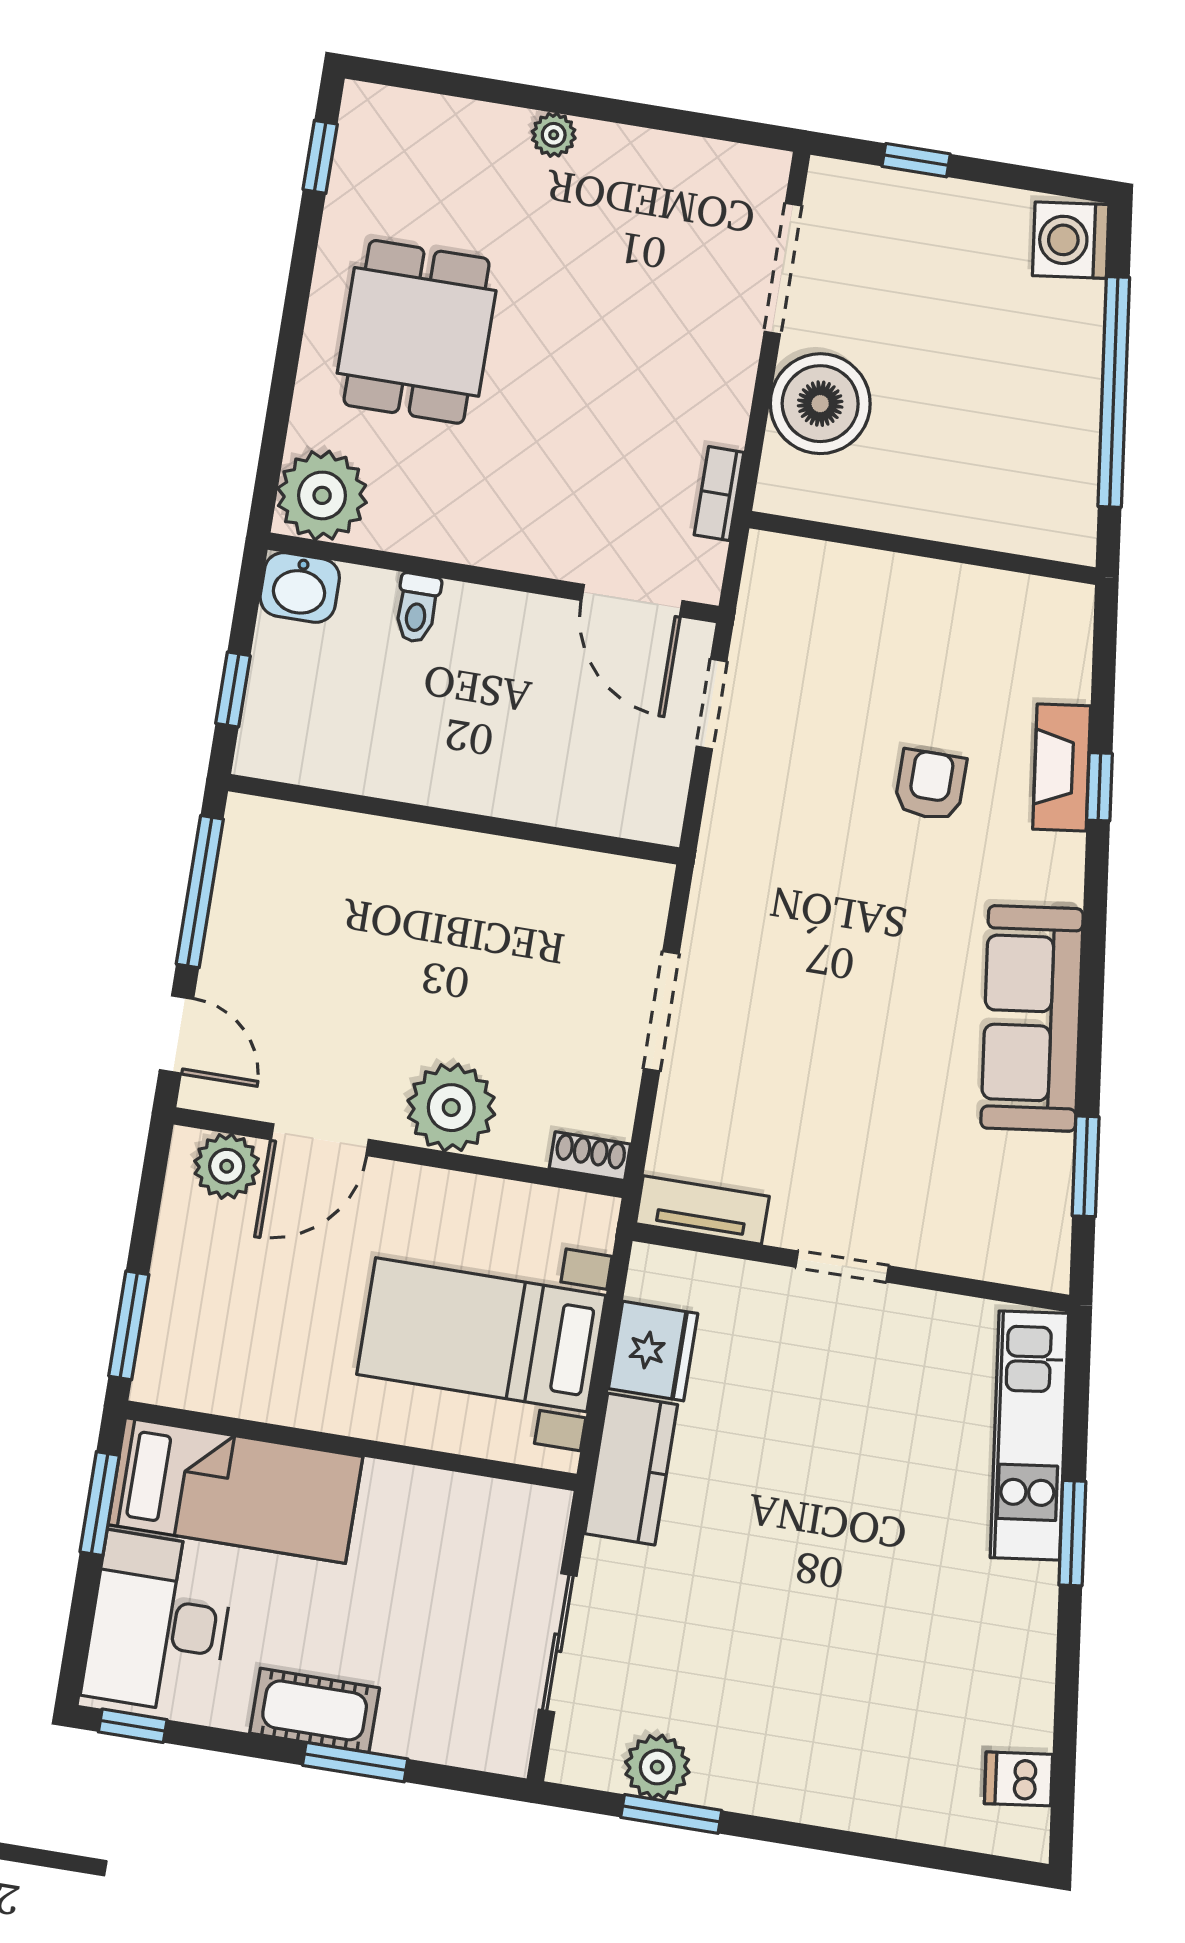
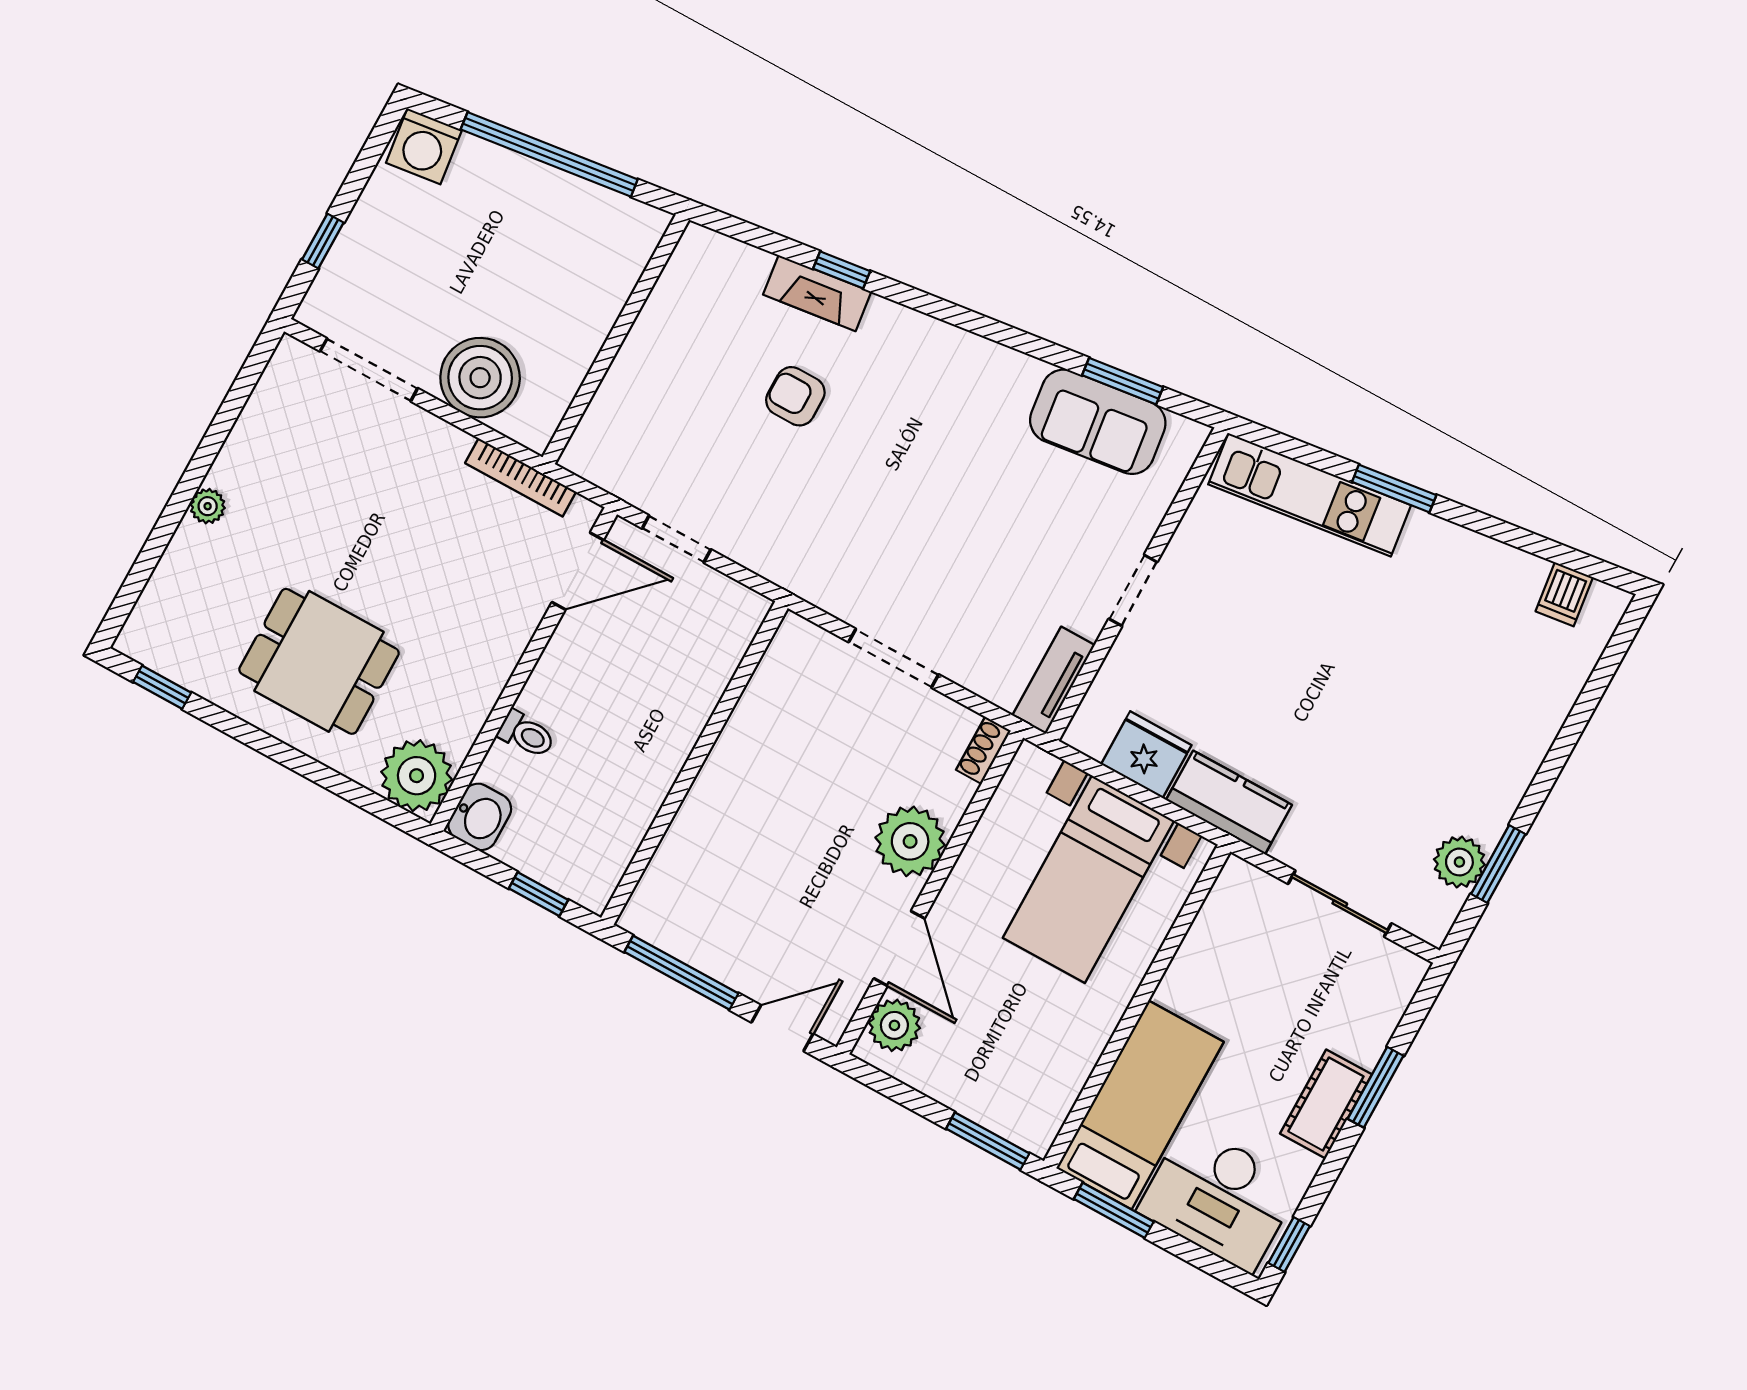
bookcase: (719, 494) -> (521, 477), width x1.56
sofa: (1032, 1018) -> (1098, 422), moved, width x0.73

